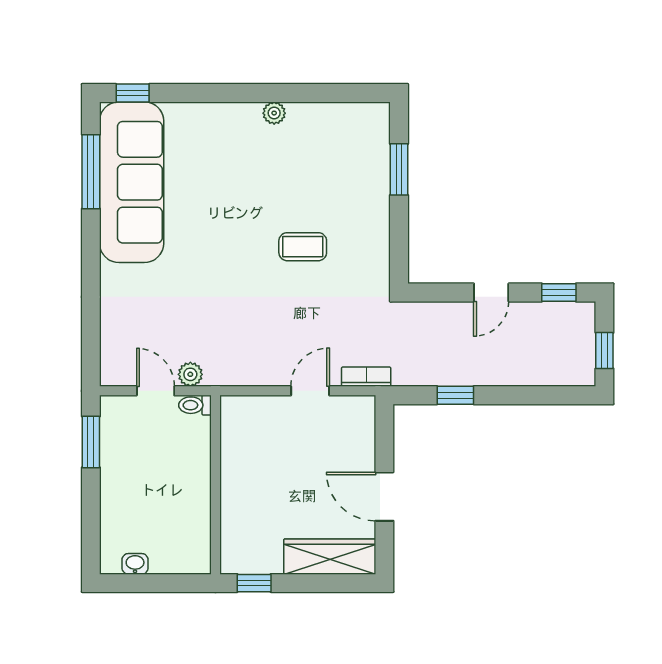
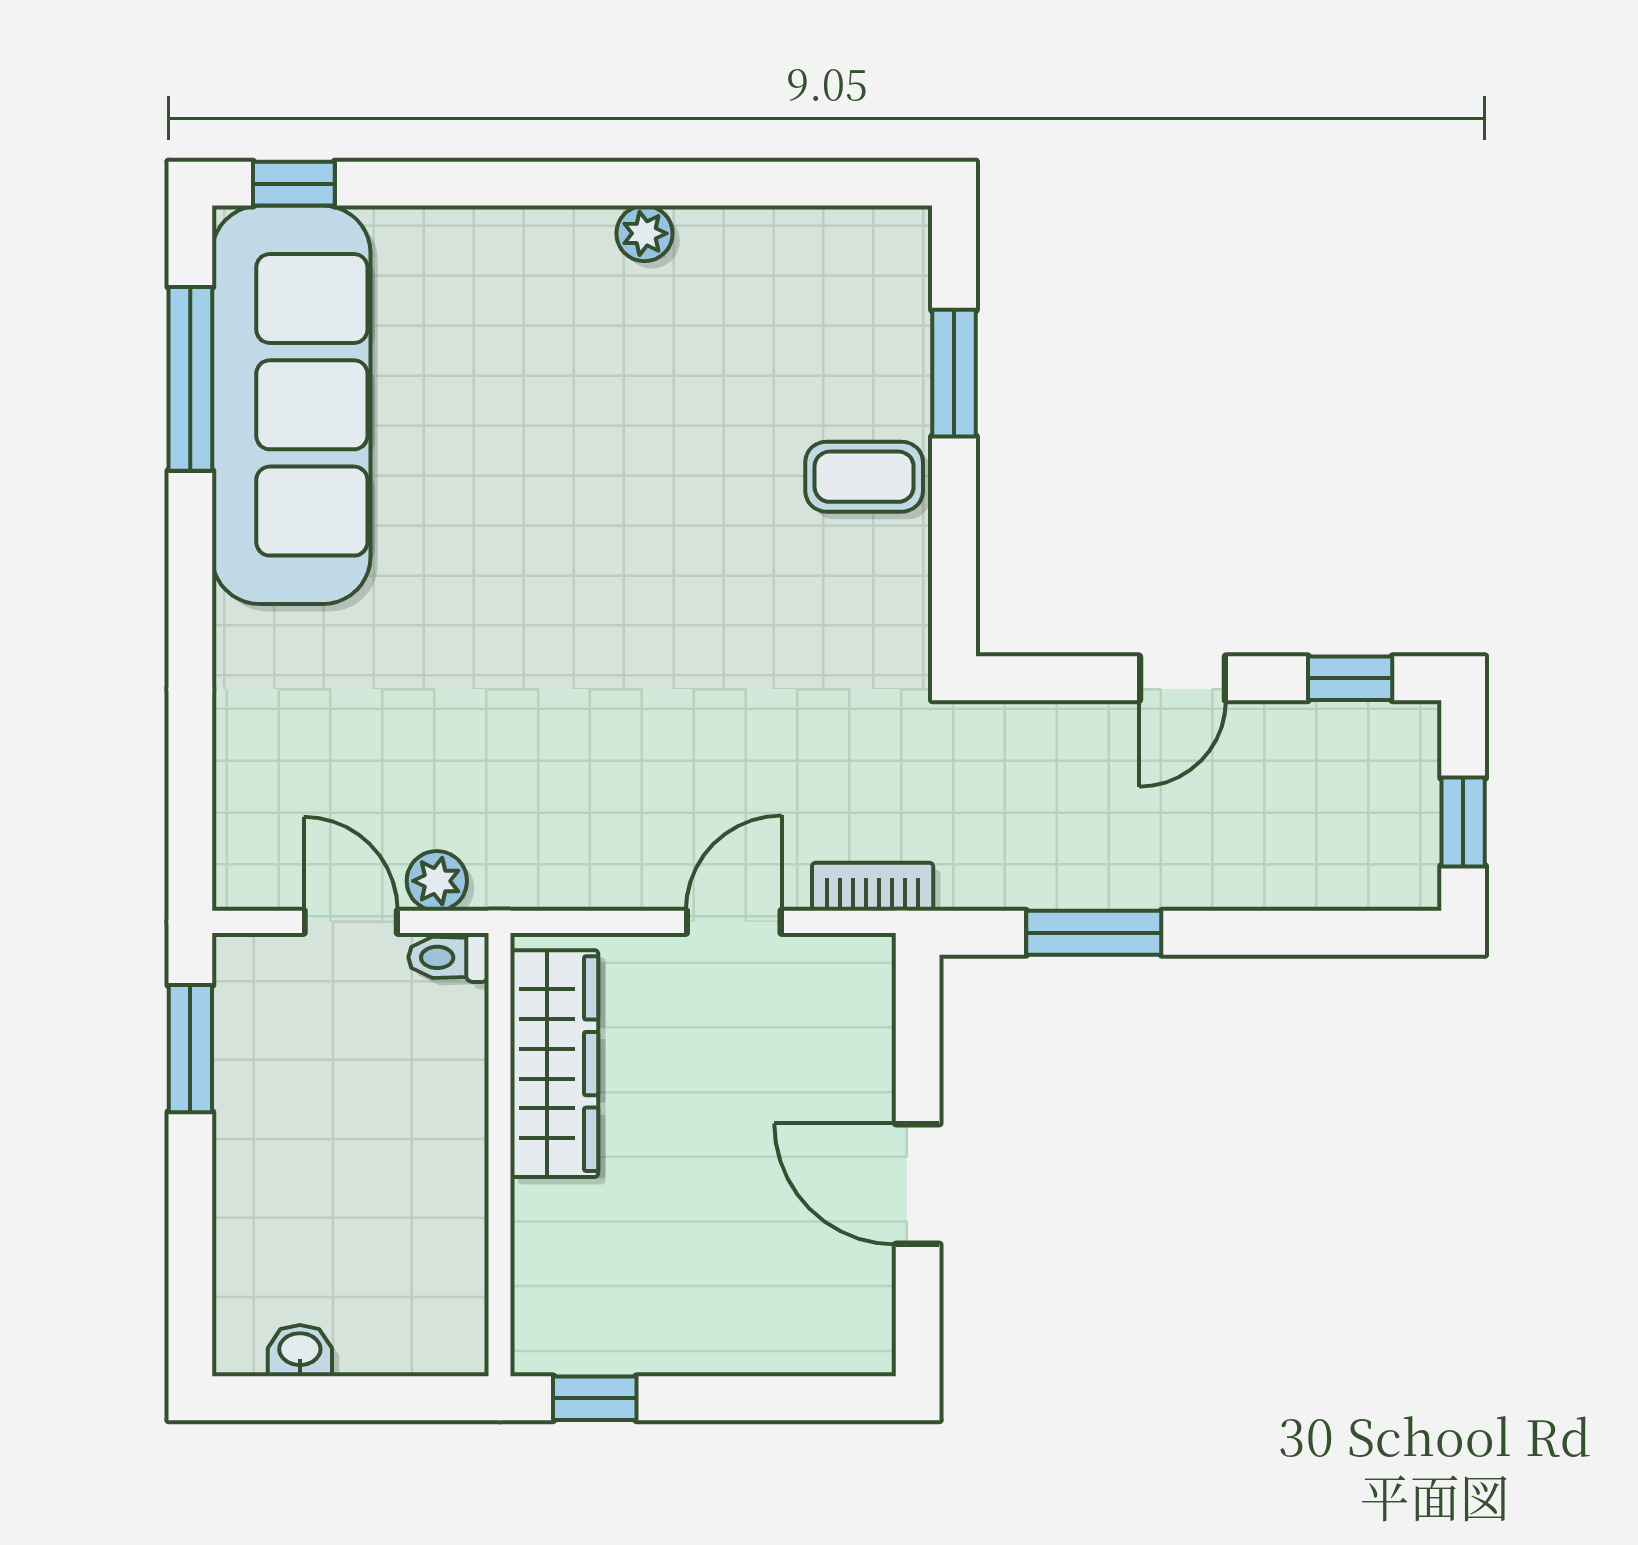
coffee table: (303, 247) -> (864, 477), moved
window: (455, 395) -> (1094, 933), width x1.50
wardrobe: (330, 557) -> (554, 1064), moved, turned 90

